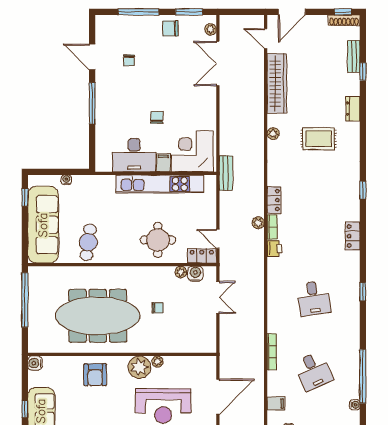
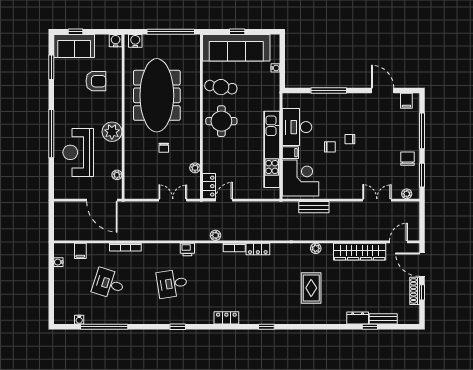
window: (343, 12) -> (422, 292), moved
shoe rack: (344, 20) -> (415, 291), moved
filing cabinet: (104, 30) -> (406, 101), added
door: (92, 57) -> (383, 90), hinge flipped
chair: (129, 60) -> (350, 139), moved
double door: (218, 64) -> (377, 200), width x0.73
window: (92, 103) -> (329, 90), moved
dresser: (353, 109) -> (358, 318), moved
bench: (226, 173) -> (314, 207), moved
window: (25, 197) -> (237, 32), moved
plant: (258, 223) -> (216, 235), moved
round table: (158, 240) -> (221, 121), moved
printer: (274, 249) -> (187, 250), moved
water cooler: (195, 274) -> (135, 41), moved, turned -90
double door: (218, 298) -> (173, 200), swing flipped
plant: (157, 362) -> (117, 175), moved
desk: (313, 371) -> (109, 284), turned 42
armchair: (95, 375) -> (96, 81), moved, turned 180
door: (218, 397) -> (102, 200), moved

